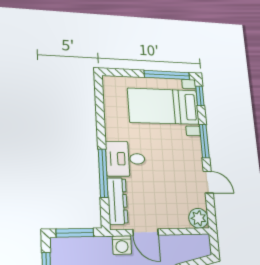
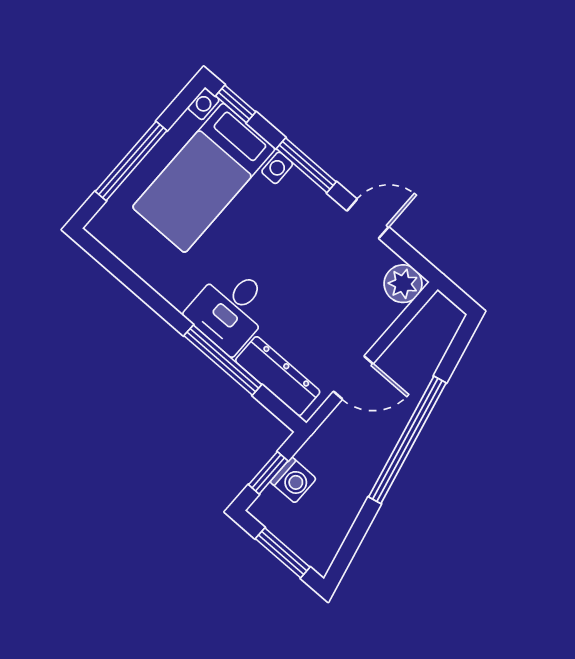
window: (167, 75) -> (131, 161), moved
window: (75, 233) -> (268, 473), width x0.67
washing machine: (122, 245) -> (293, 480), moved

